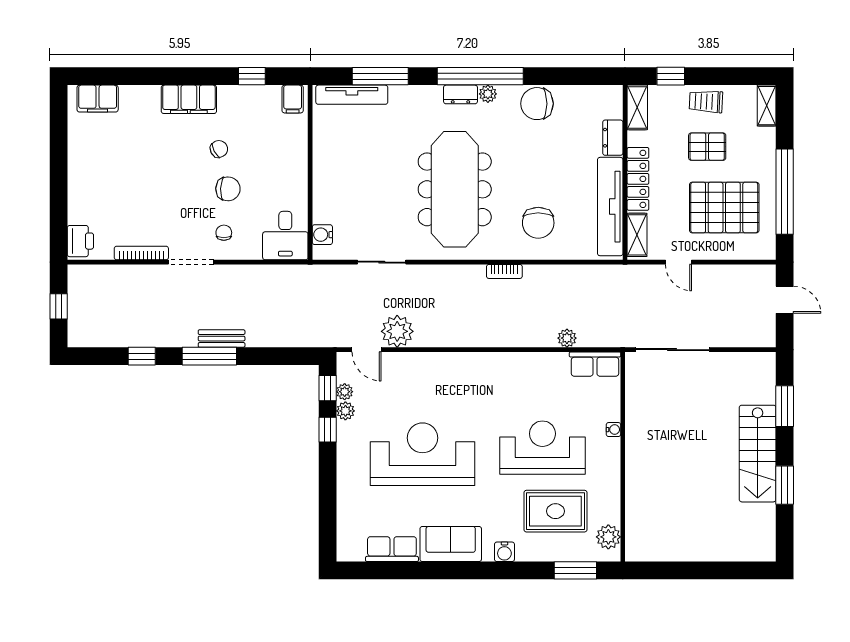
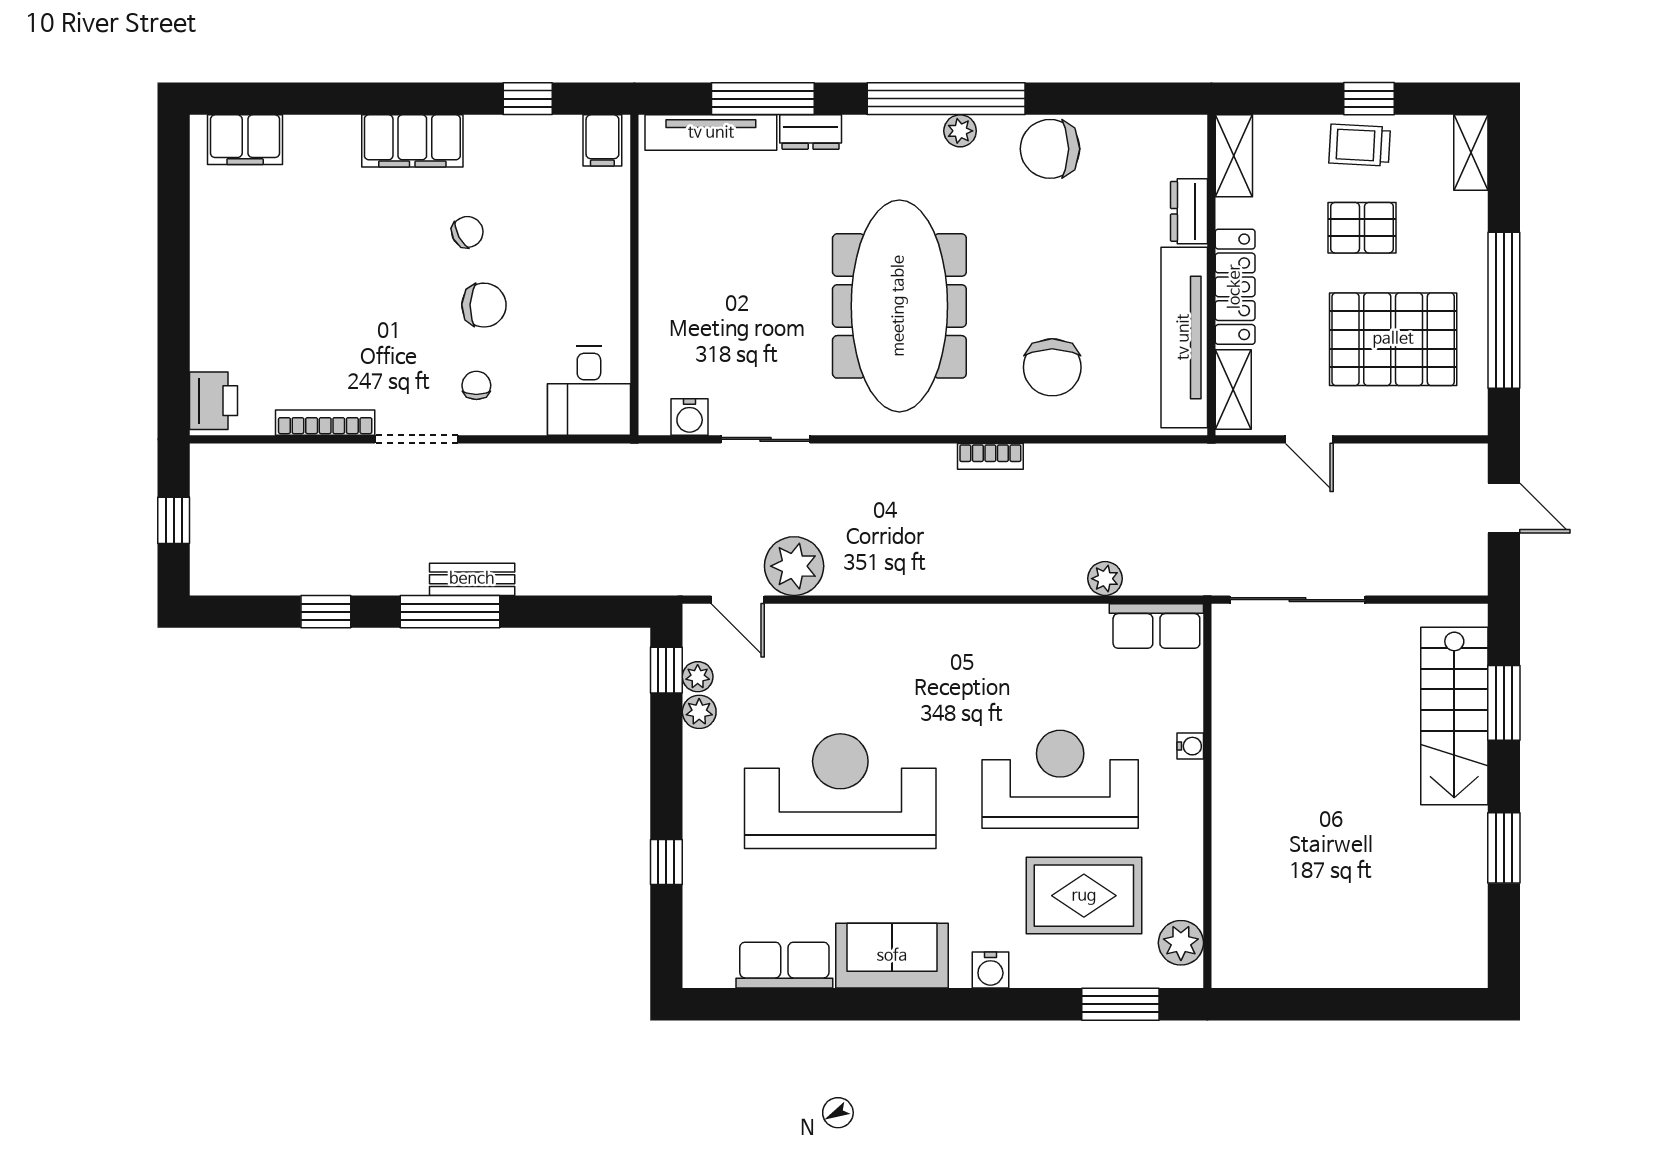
window: (671, 76) -> (1369, 99), moved
dresser: (460, 94) -> (811, 132), moved
water cooler: (322, 235) -> (690, 417), moved, turned -90
window: (328, 430) -> (666, 862), moved
stairs: (758, 454) -> (1454, 716), moved

